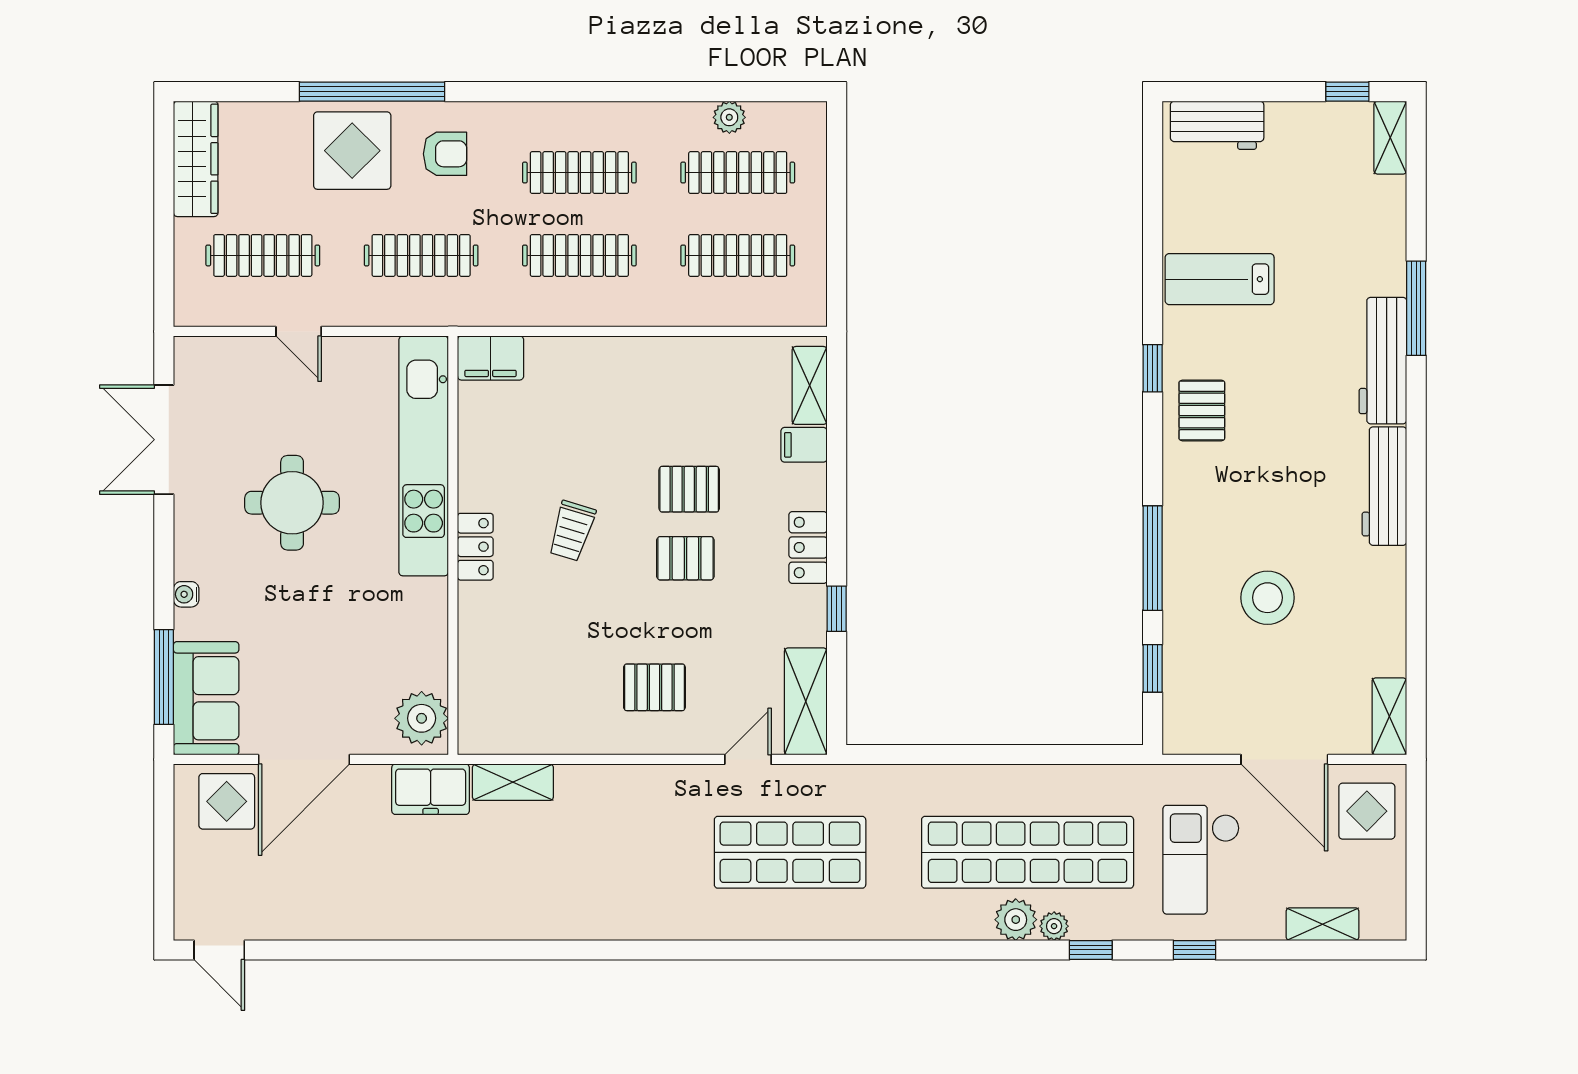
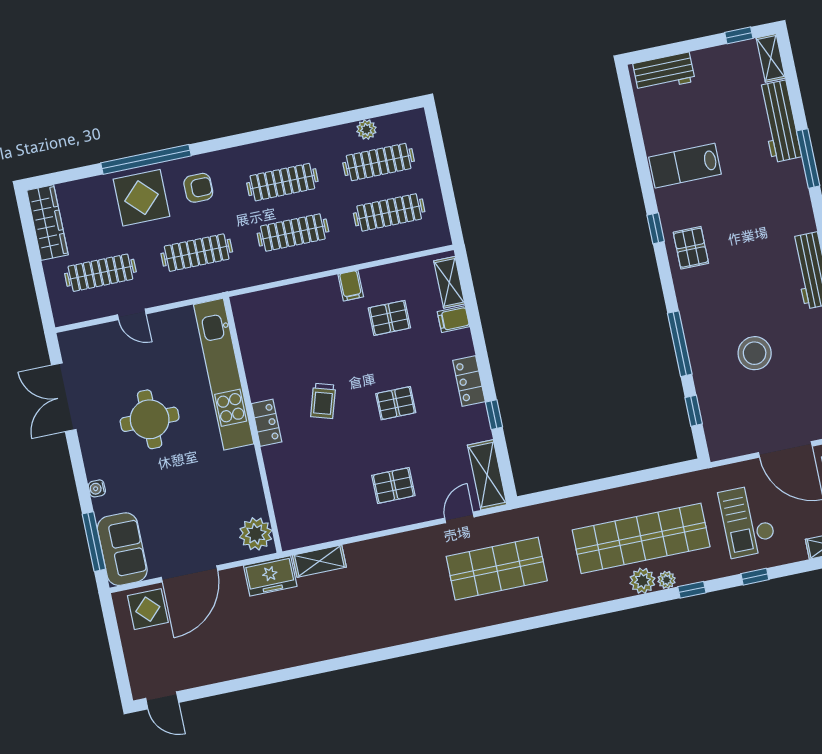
filing cabinet: (491, 358) -> (351, 286), moved, width x0.50
workbench: (1383, 361) -> (779, 121), moved
pallet: (689, 489) -> (389, 318), moved

